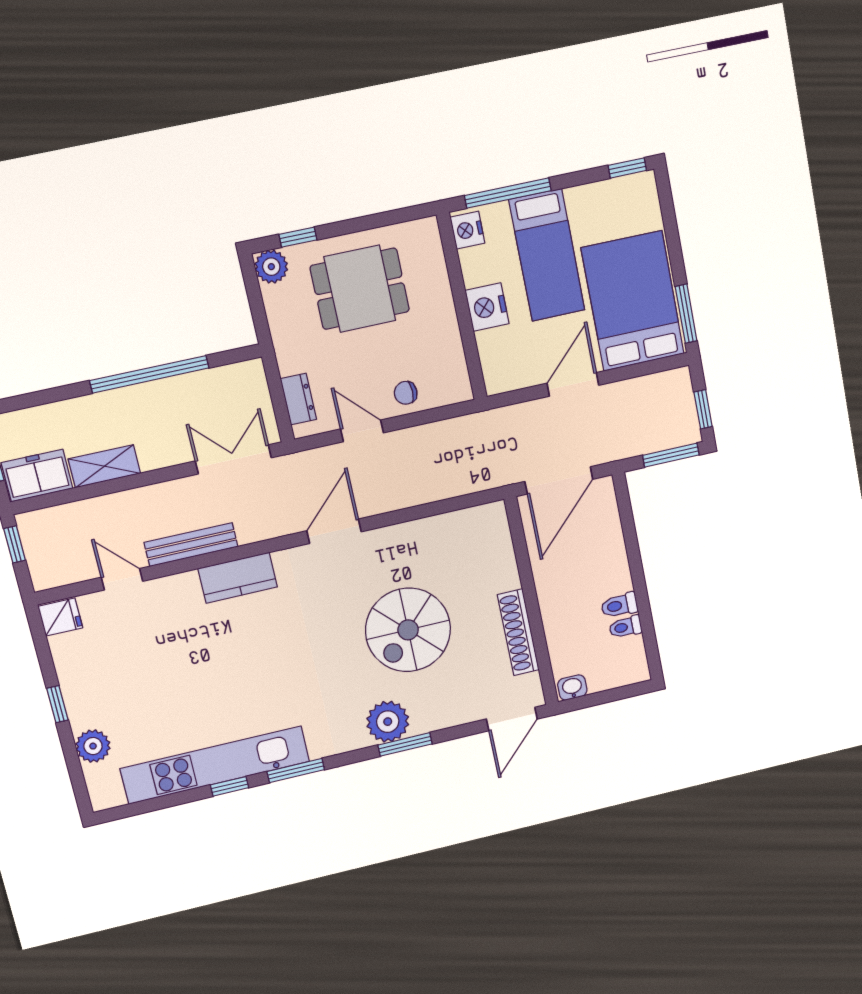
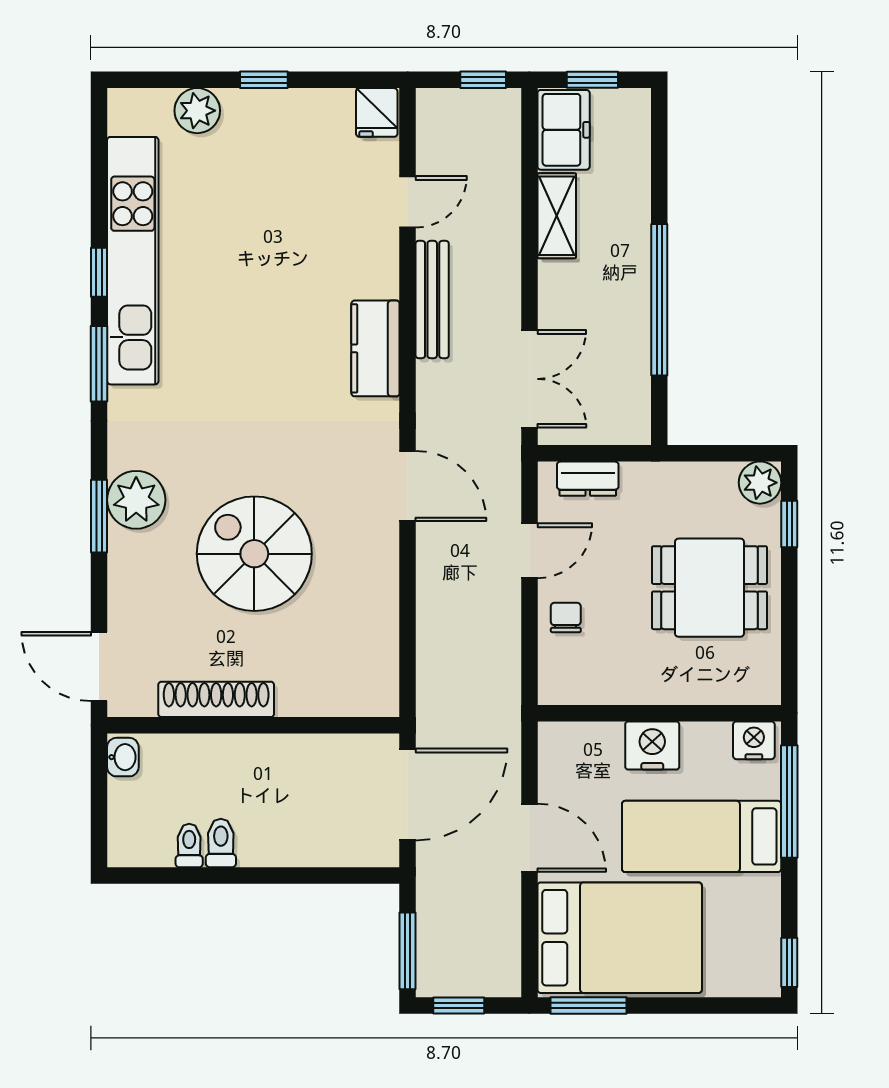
dining table: (360, 289) -> (709, 588), turned 90
door: (559, 480) -> (408, 794), swing flipped

